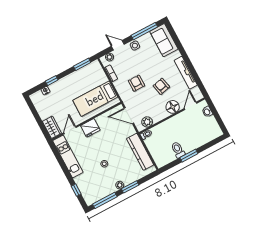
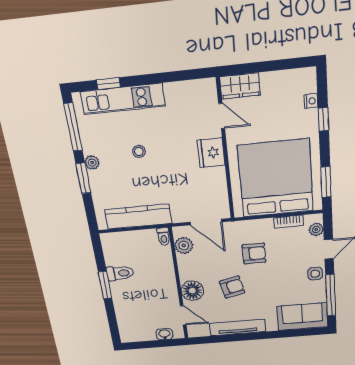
bed: (95, 99) -> (276, 179), width x2.04
door: (129, 116) -> (206, 222), swing flipped
kitchen unit: (68, 156) -> (123, 99), moved

